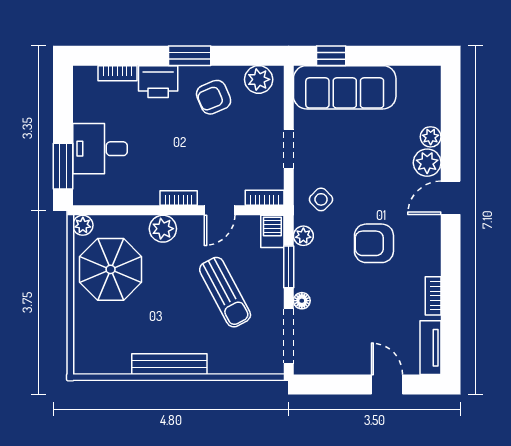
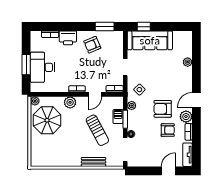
window: (190, 56) -> (105, 27), moved
plant: (259, 79) -> (112, 37), removed
desk: (100, 149) -> (42, 67), width x1.37
plant: (427, 163) -> (186, 117), moved
window: (63, 166) -> (26, 65), moved
door: (451, 198) -> (196, 100), moved
barbecue: (272, 231) -> (118, 117), moved
armchair: (385, 292) -> (168, 130), added
bench: (169, 364) -> (94, 162), moved, width x0.73
door: (387, 385) -> (168, 171), hinge flipped

